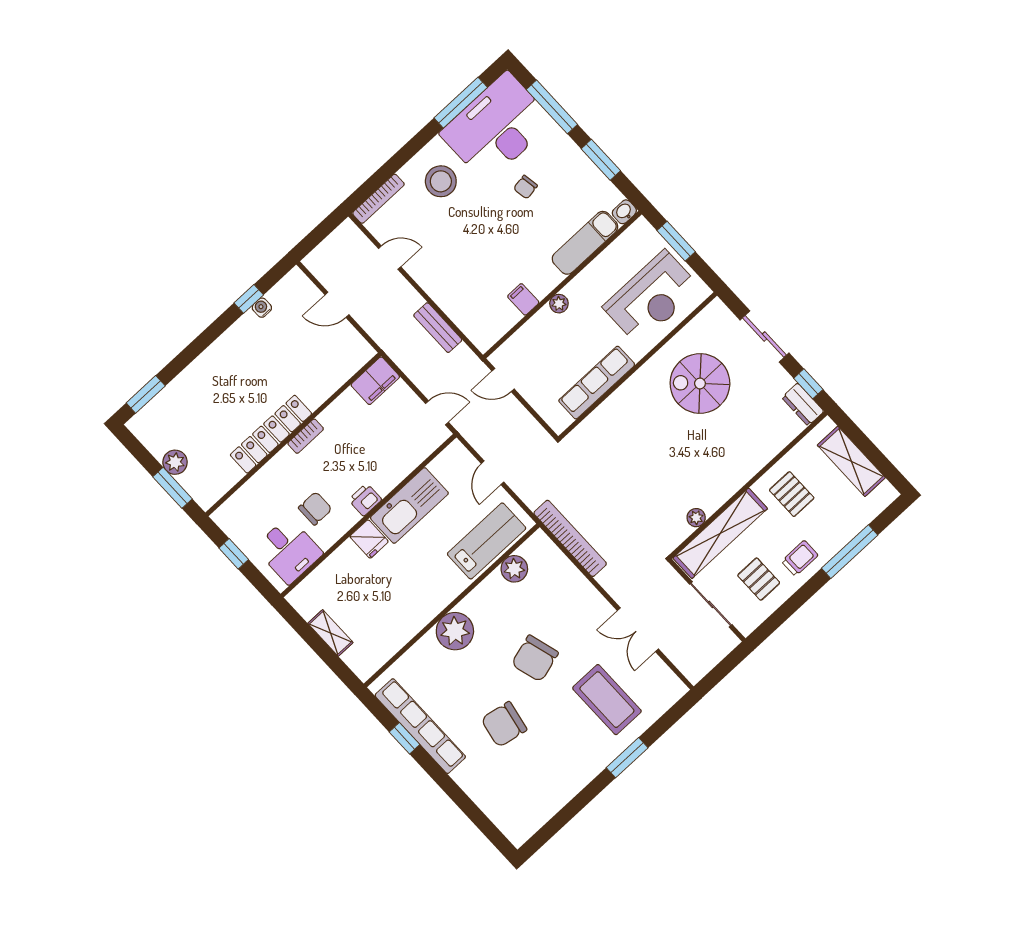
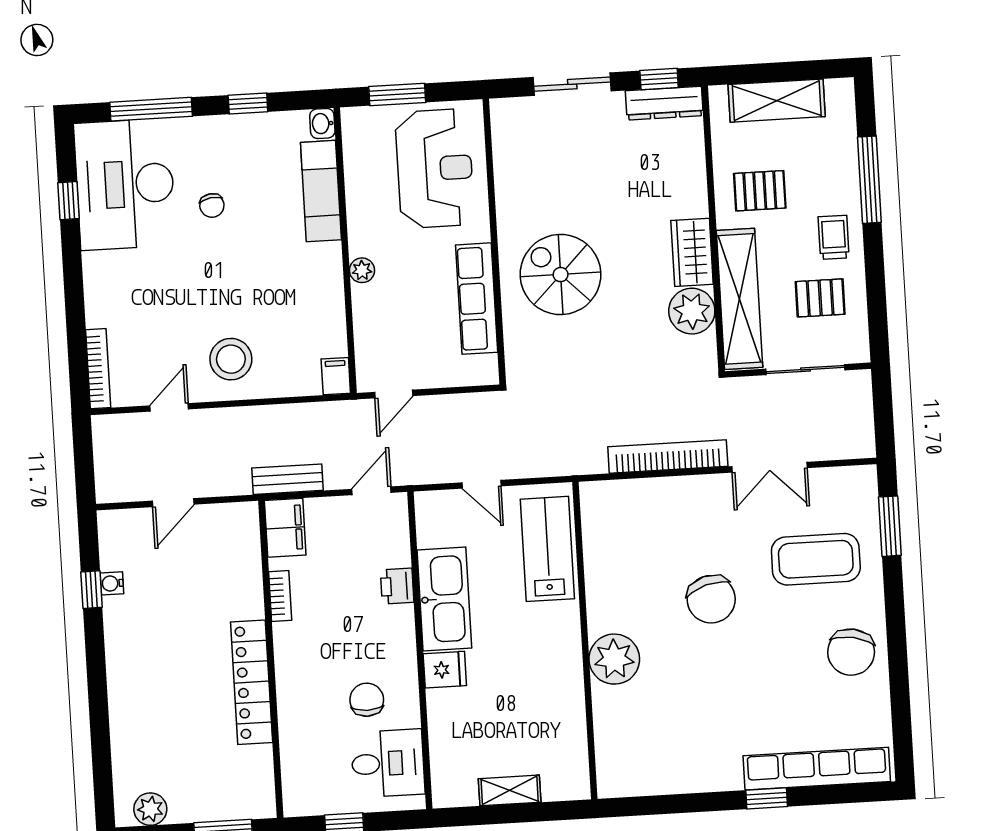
window: (461, 103) -> (68, 201), width x0.46
window: (601, 160) -> (248, 103), width x0.67
stool: (441, 181) -> (231, 359), moved
filing cabinet: (523, 299) -> (336, 376), moved, turned 90
bench: (438, 328) -> (288, 479), moved
spiral stairs: (700, 383) -> (561, 275), moved, turned 90
window: (146, 394) -> (103, 779), removed
dresser: (803, 404) -> (664, 103), width x1.44
bookcase: (306, 436) -> (280, 596), moved
plant: (175, 462) -> (150, 809), moved
wardrobe: (725, 484) -> (692, 252), added
printer: (365, 500) -> (397, 586), moved
plant: (696, 518) -> (692, 311), width x1.88, depth x1.88
bookcase: (570, 538) -> (668, 457), moved
plant: (514, 569) -> (600, 544), removed
chair: (504, 724) -> (851, 652), moved
row of seats: (420, 726) -> (817, 769), moved
window: (404, 738) -> (767, 798), moved
window: (627, 758) -> (890, 526), moved

